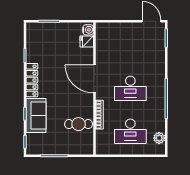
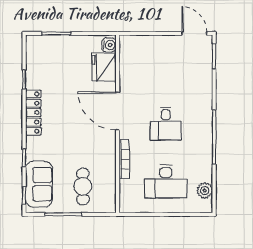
fridge: (87, 42) -> (104, 67), width x1.88, depth x1.34
desk: (130, 88) -> (166, 124), width x0.73
sofa: (36, 115) -> (39, 184), moved
cafe table: (79, 124) -> (83, 186), moved, turned 90

